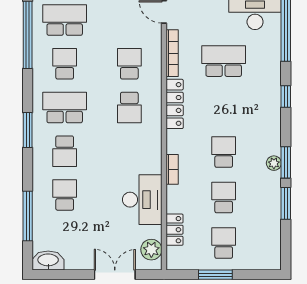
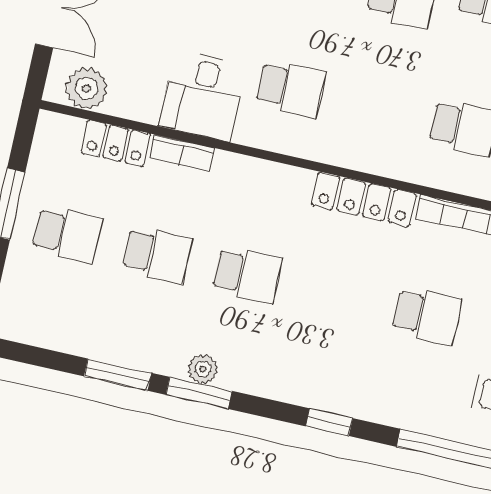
school desk: (224, 61) -> (427, 315), width x0.54
school desk: (129, 107) -> (291, 89), moved, turned 180
bookcase: (172, 169) -> (182, 153), moved
desk: (142, 200) -> (203, 95), width x0.73

